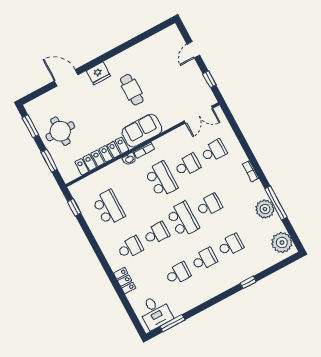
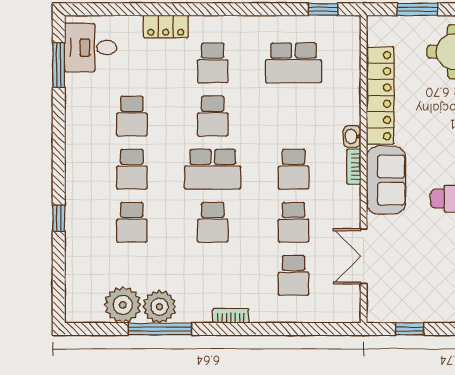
double door: (198, 115) -> (364, 256), moved
school desk: (161, 179) -> (294, 169), width x0.54
plant: (282, 243) -> (123, 305), moved

